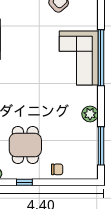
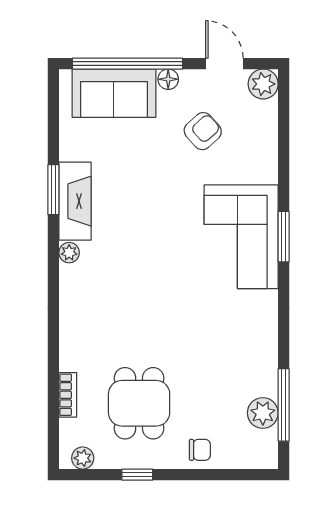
window: (101, 58) -> (284, 237), width x0.47
plant: (90, 114) -> (263, 413), moved

